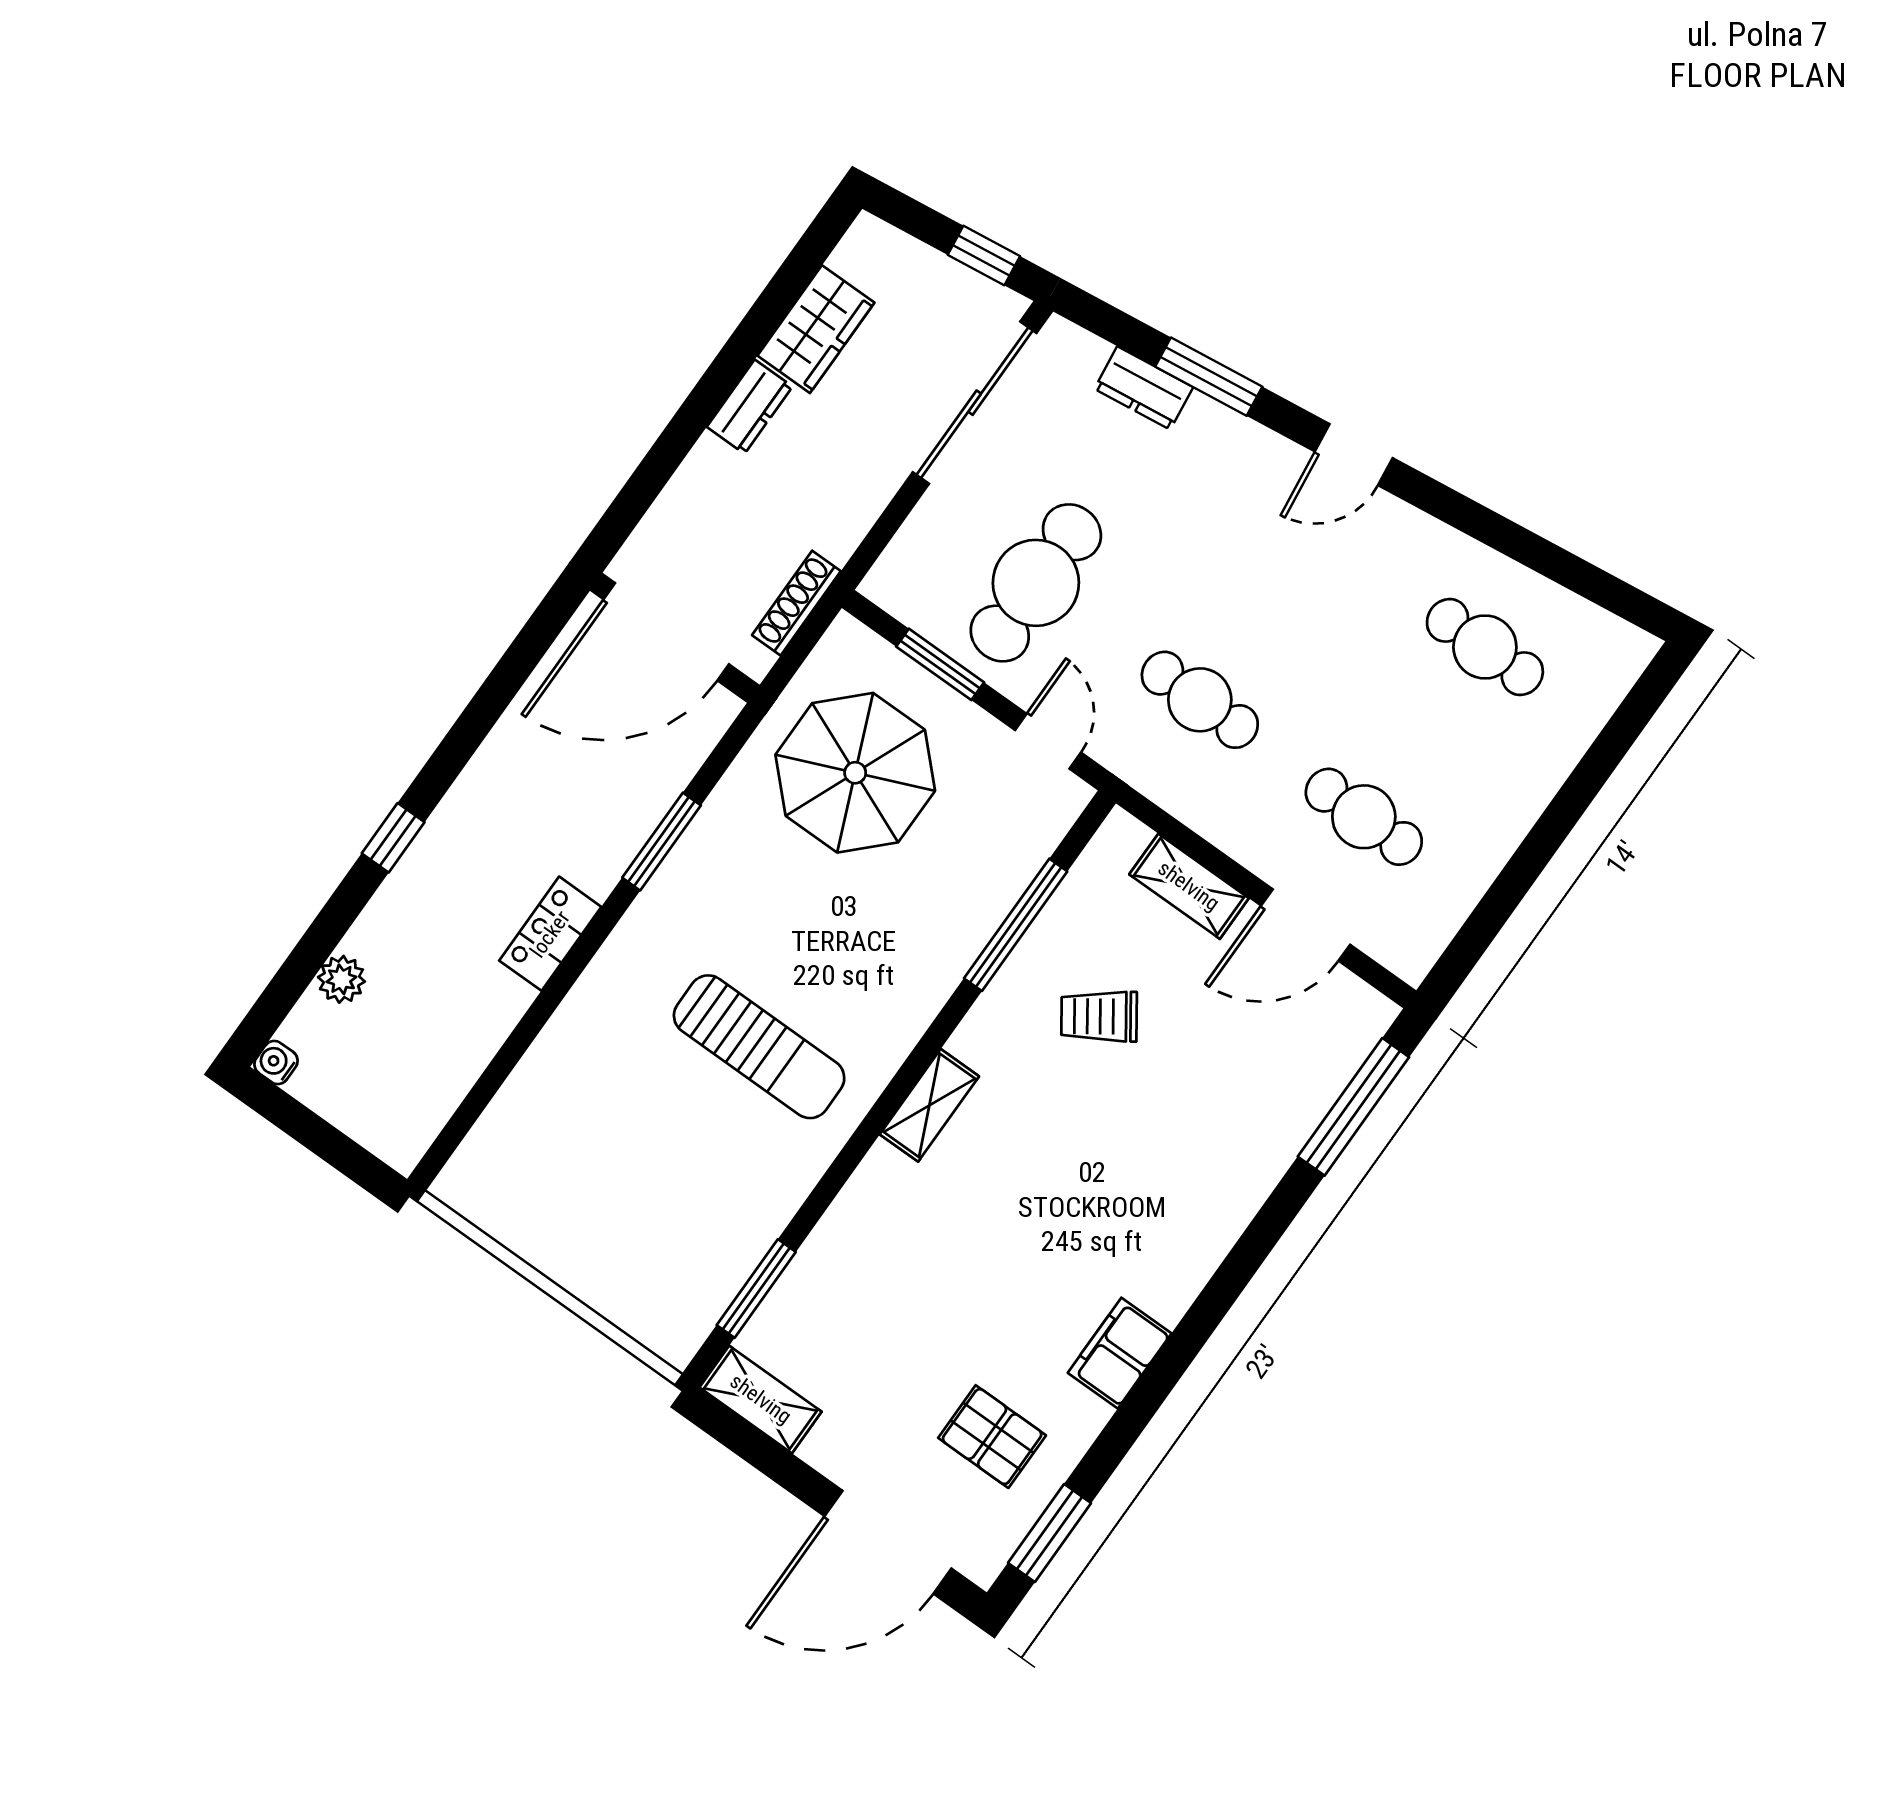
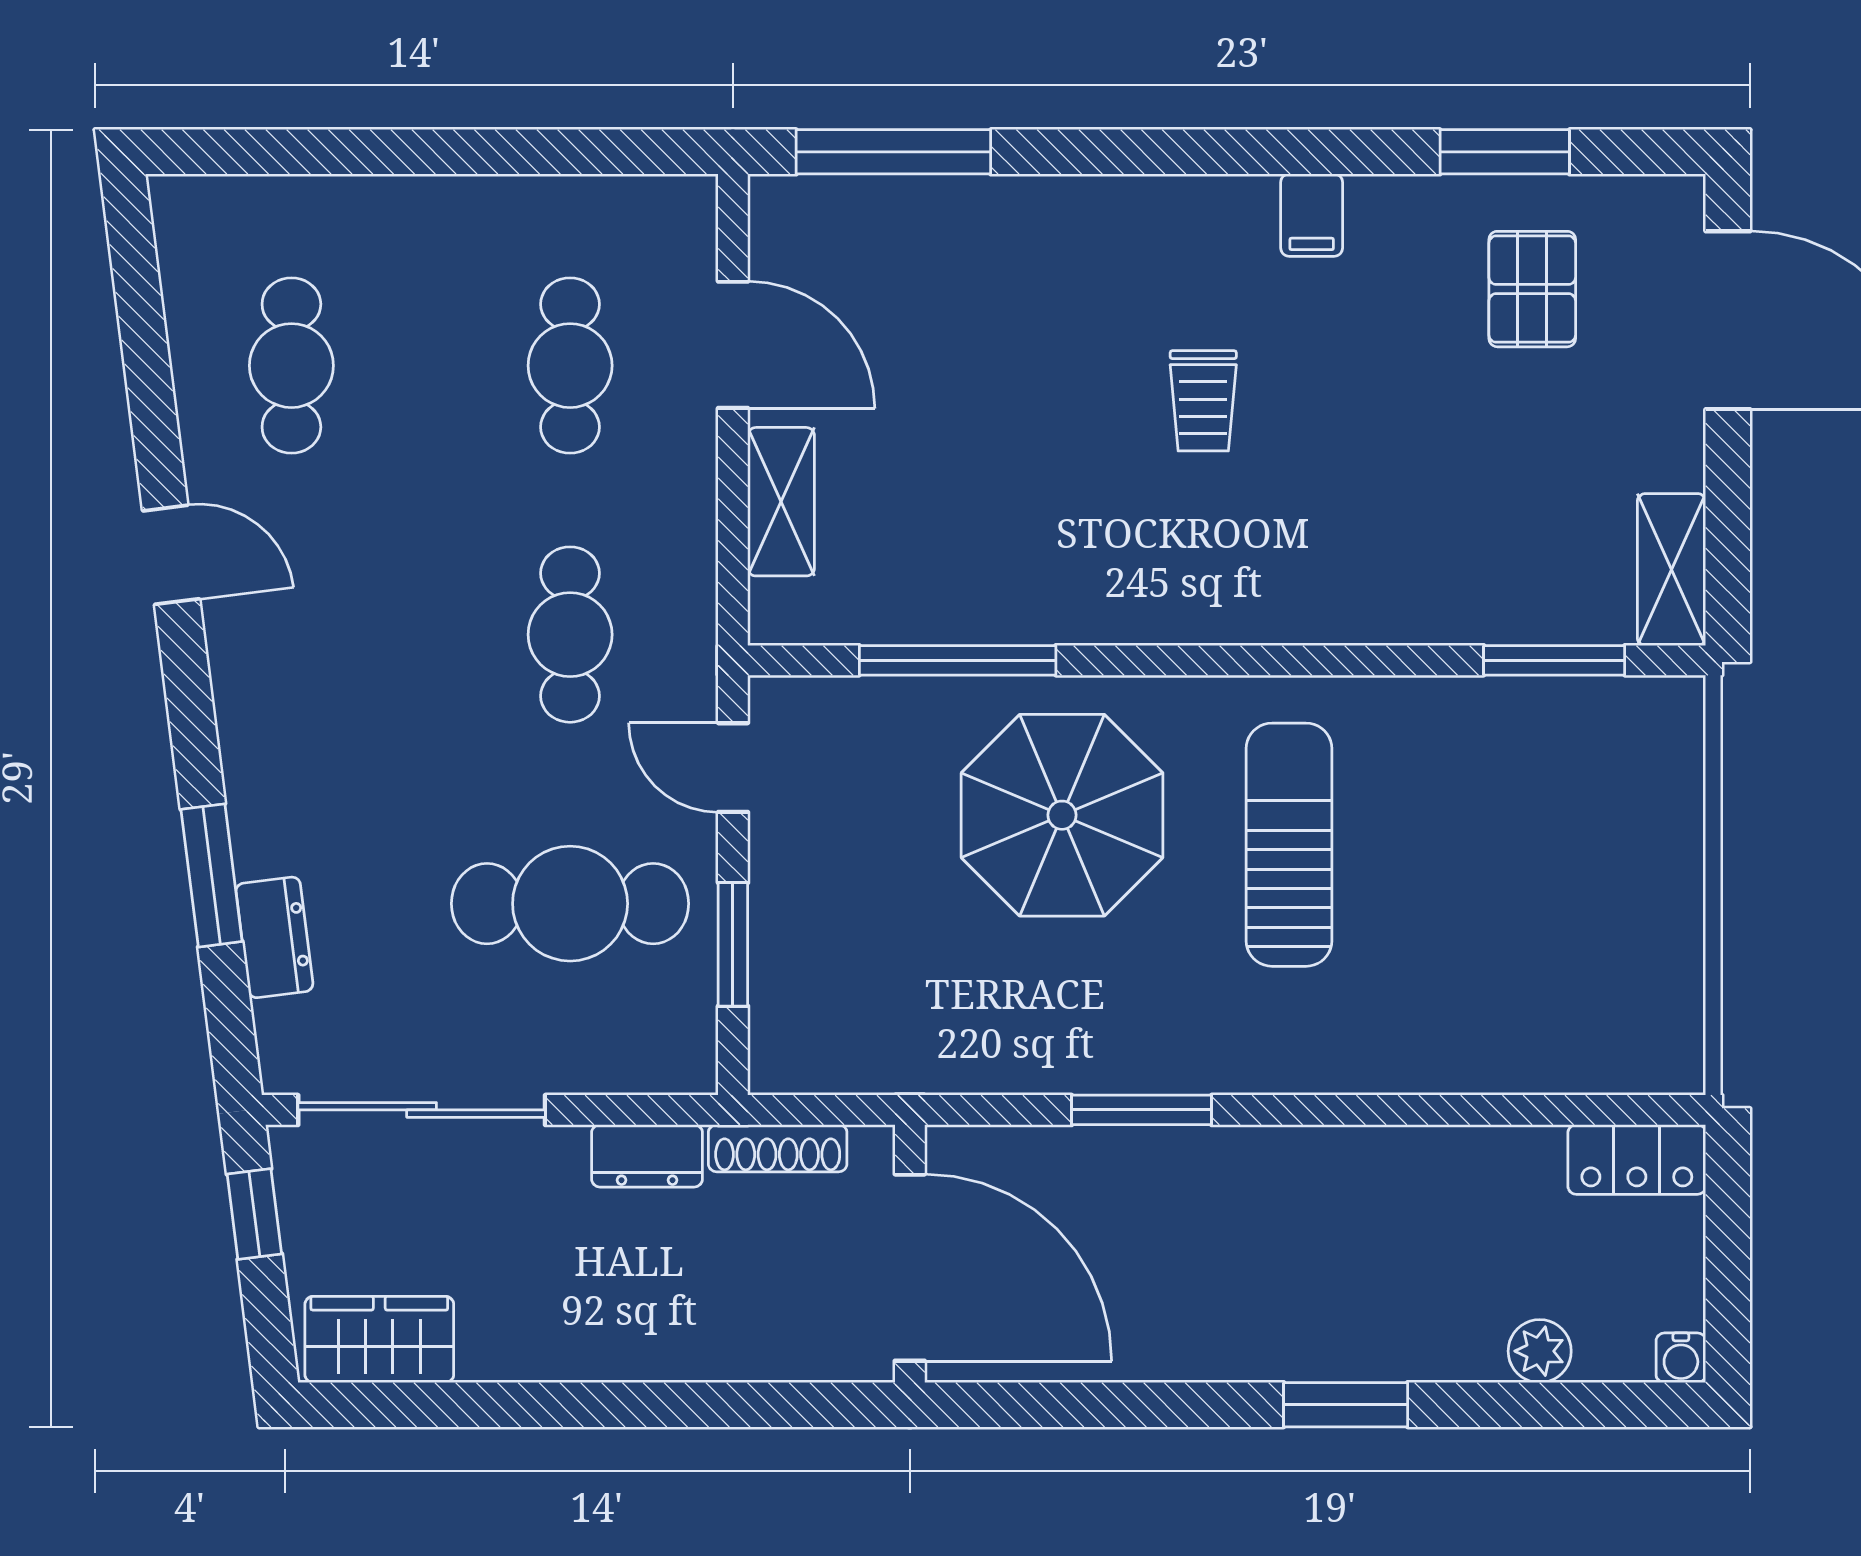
wardrobe: (816, 329) -> (379, 1339), moved
dresser: (750, 407) -> (647, 1156), moved, turned 180
door: (1354, 455) -> (171, 555), moved
door: (1048, 741) -> (733, 768), hinge flipped
parasol: (855, 773) -> (1062, 815), moved
window: (393, 838) -> (1346, 1405), width x1.50
locker: (550, 934) -> (1637, 1159), moved
trolley: (1099, 1016) -> (1203, 401), moved, turned 35
shelving: (929, 1105) -> (1221, 614), removed
filing cabinet: (1120, 1353) -> (1312, 215), width x0.50
window: (1049, 1533) -> (1505, 152), moved

